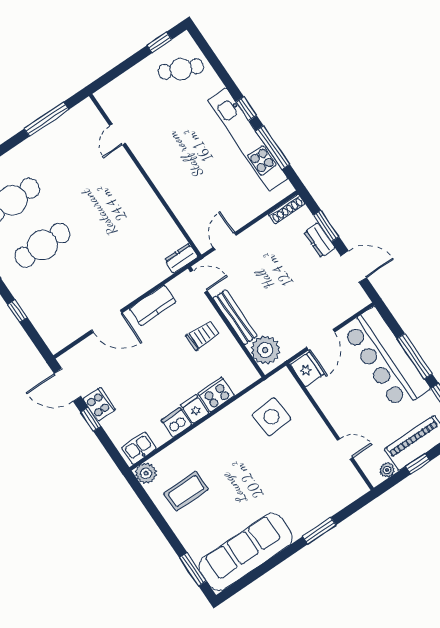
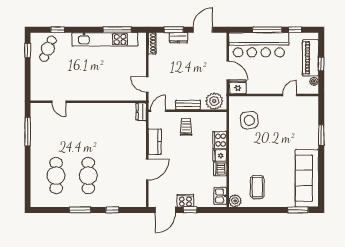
window: (246, 109) -> (58, 30), moved
bench: (235, 317) -> (188, 105), width x0.73

